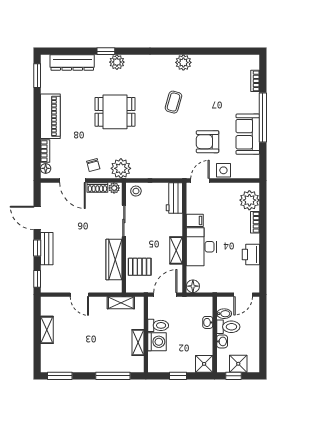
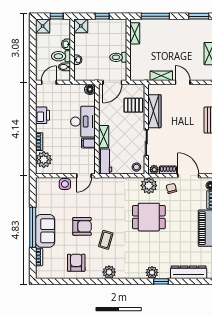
plant: (183, 62) -> (109, 272), moved
armchair: (210, 74) -> (76, 263), added
dining table: (115, 112) -> (149, 217), moved
sofa: (248, 134) -> (45, 231), moved
armchair: (208, 142) -> (82, 226), moved
shelving: (176, 250) -> (104, 137), moved
shelving: (121, 303) -> (161, 76), moved
shelving: (138, 342) -> (135, 33), moved
washing machine: (157, 342) -> (119, 44), removed
shower: (238, 364) -> (43, 26), moved

